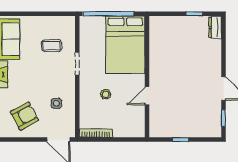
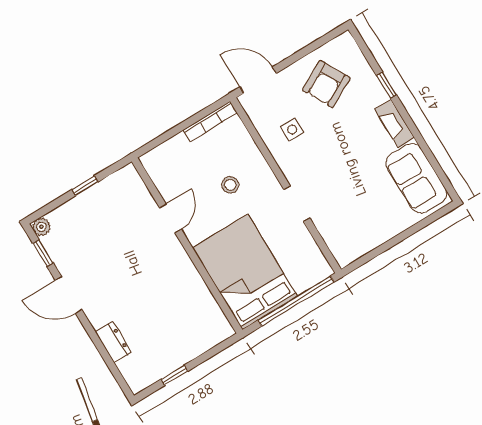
dresser: (215, 27) -> (113, 342), moved
coffee table: (52, 46) -> (349, 207), removed
plant: (216, 132) -> (41, 227), added

